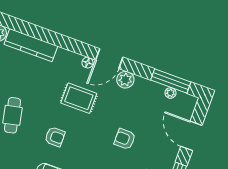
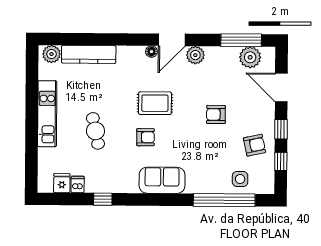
plant: (170, 93) -> (250, 57), width x1.88, depth x1.88
rug: (79, 98) -> (155, 103), moved

